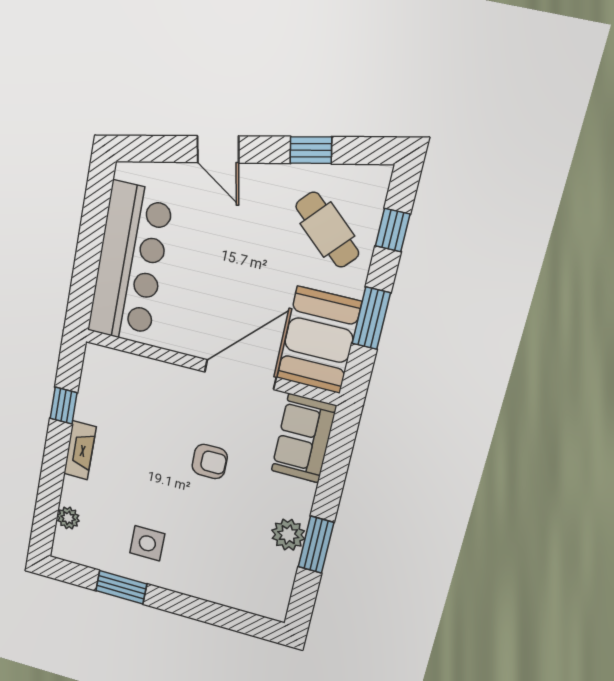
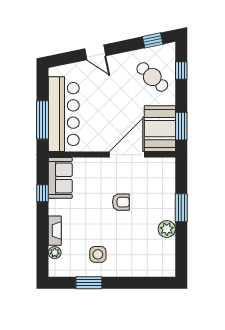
window: (311, 150) -> (153, 40), moved
window: (86, 265) -> (43, 120), added
window: (371, 318) -> (181, 126), moved
sofa: (304, 438) -> (60, 178), moved, turned 180
fireplace: (80, 450) -> (55, 231), moved
window: (316, 545) -> (181, 208), moved

